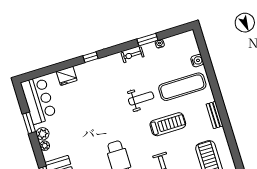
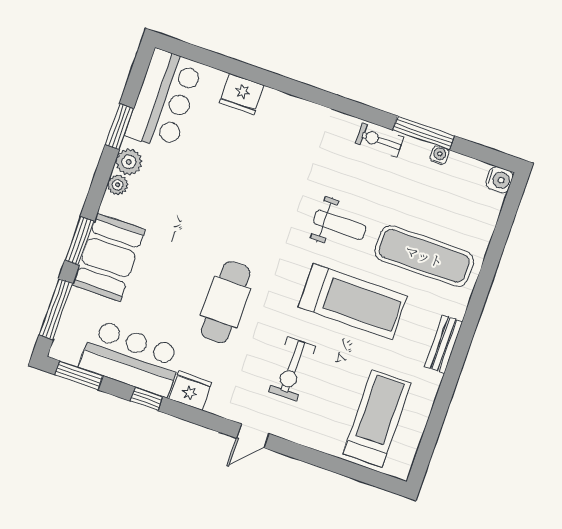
window: (147, 40) -> (424, 133), width x1.44
window: (90, 57) -> (305, 92), removed
water cooler: (197, 61) -> (499, 180), moved
treadmill: (168, 124) -> (353, 302), width x1.37, depth x1.38

